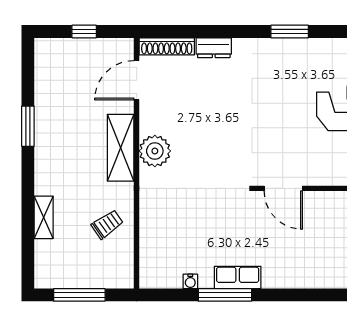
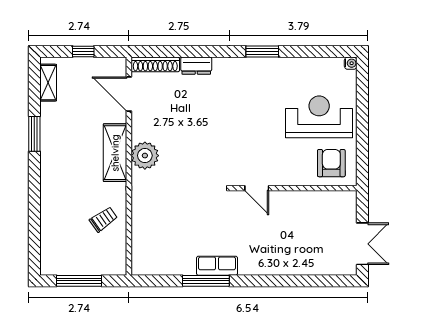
door: (137, 80) -> (129, 94), hinge flipped
door: (283, 188) -> (257, 188), width x0.73
shelving: (44, 217) -> (48, 83), moved
water cooler: (190, 281) -> (176, 269), removed

